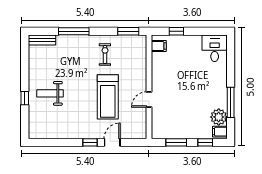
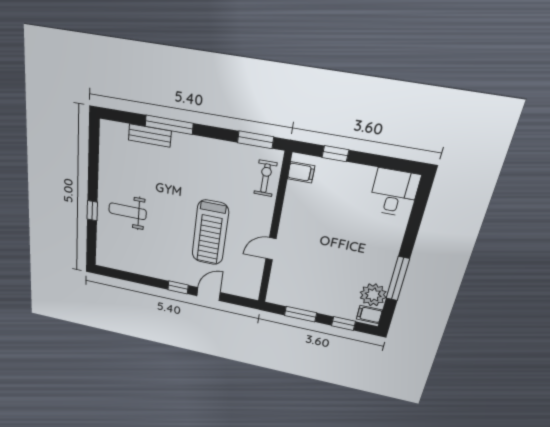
bench: (42, 40) -> (150, 136), moved
exercise bike: (105, 55) -> (265, 178), moved

